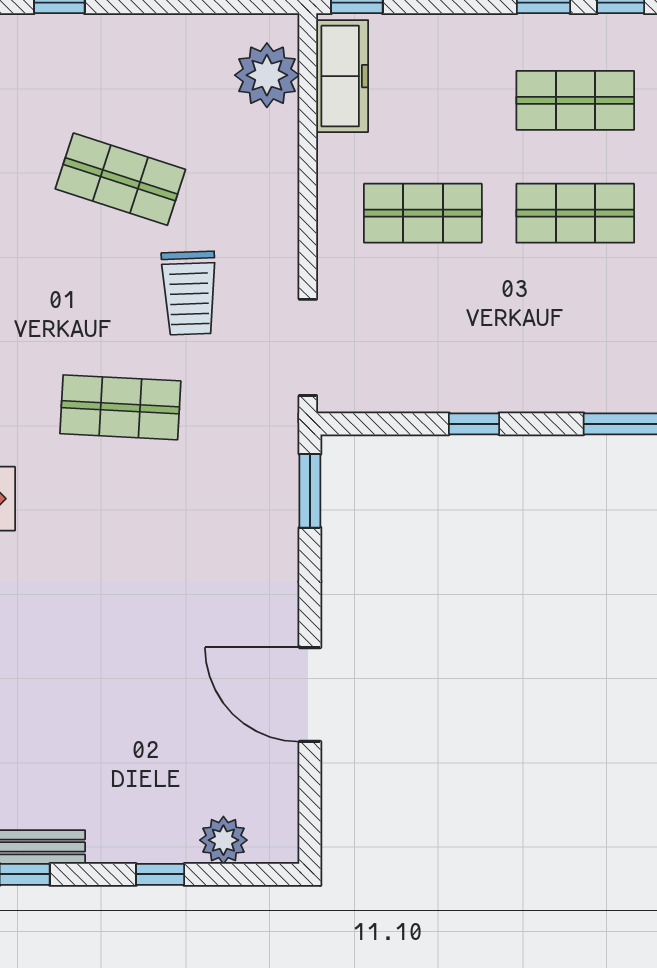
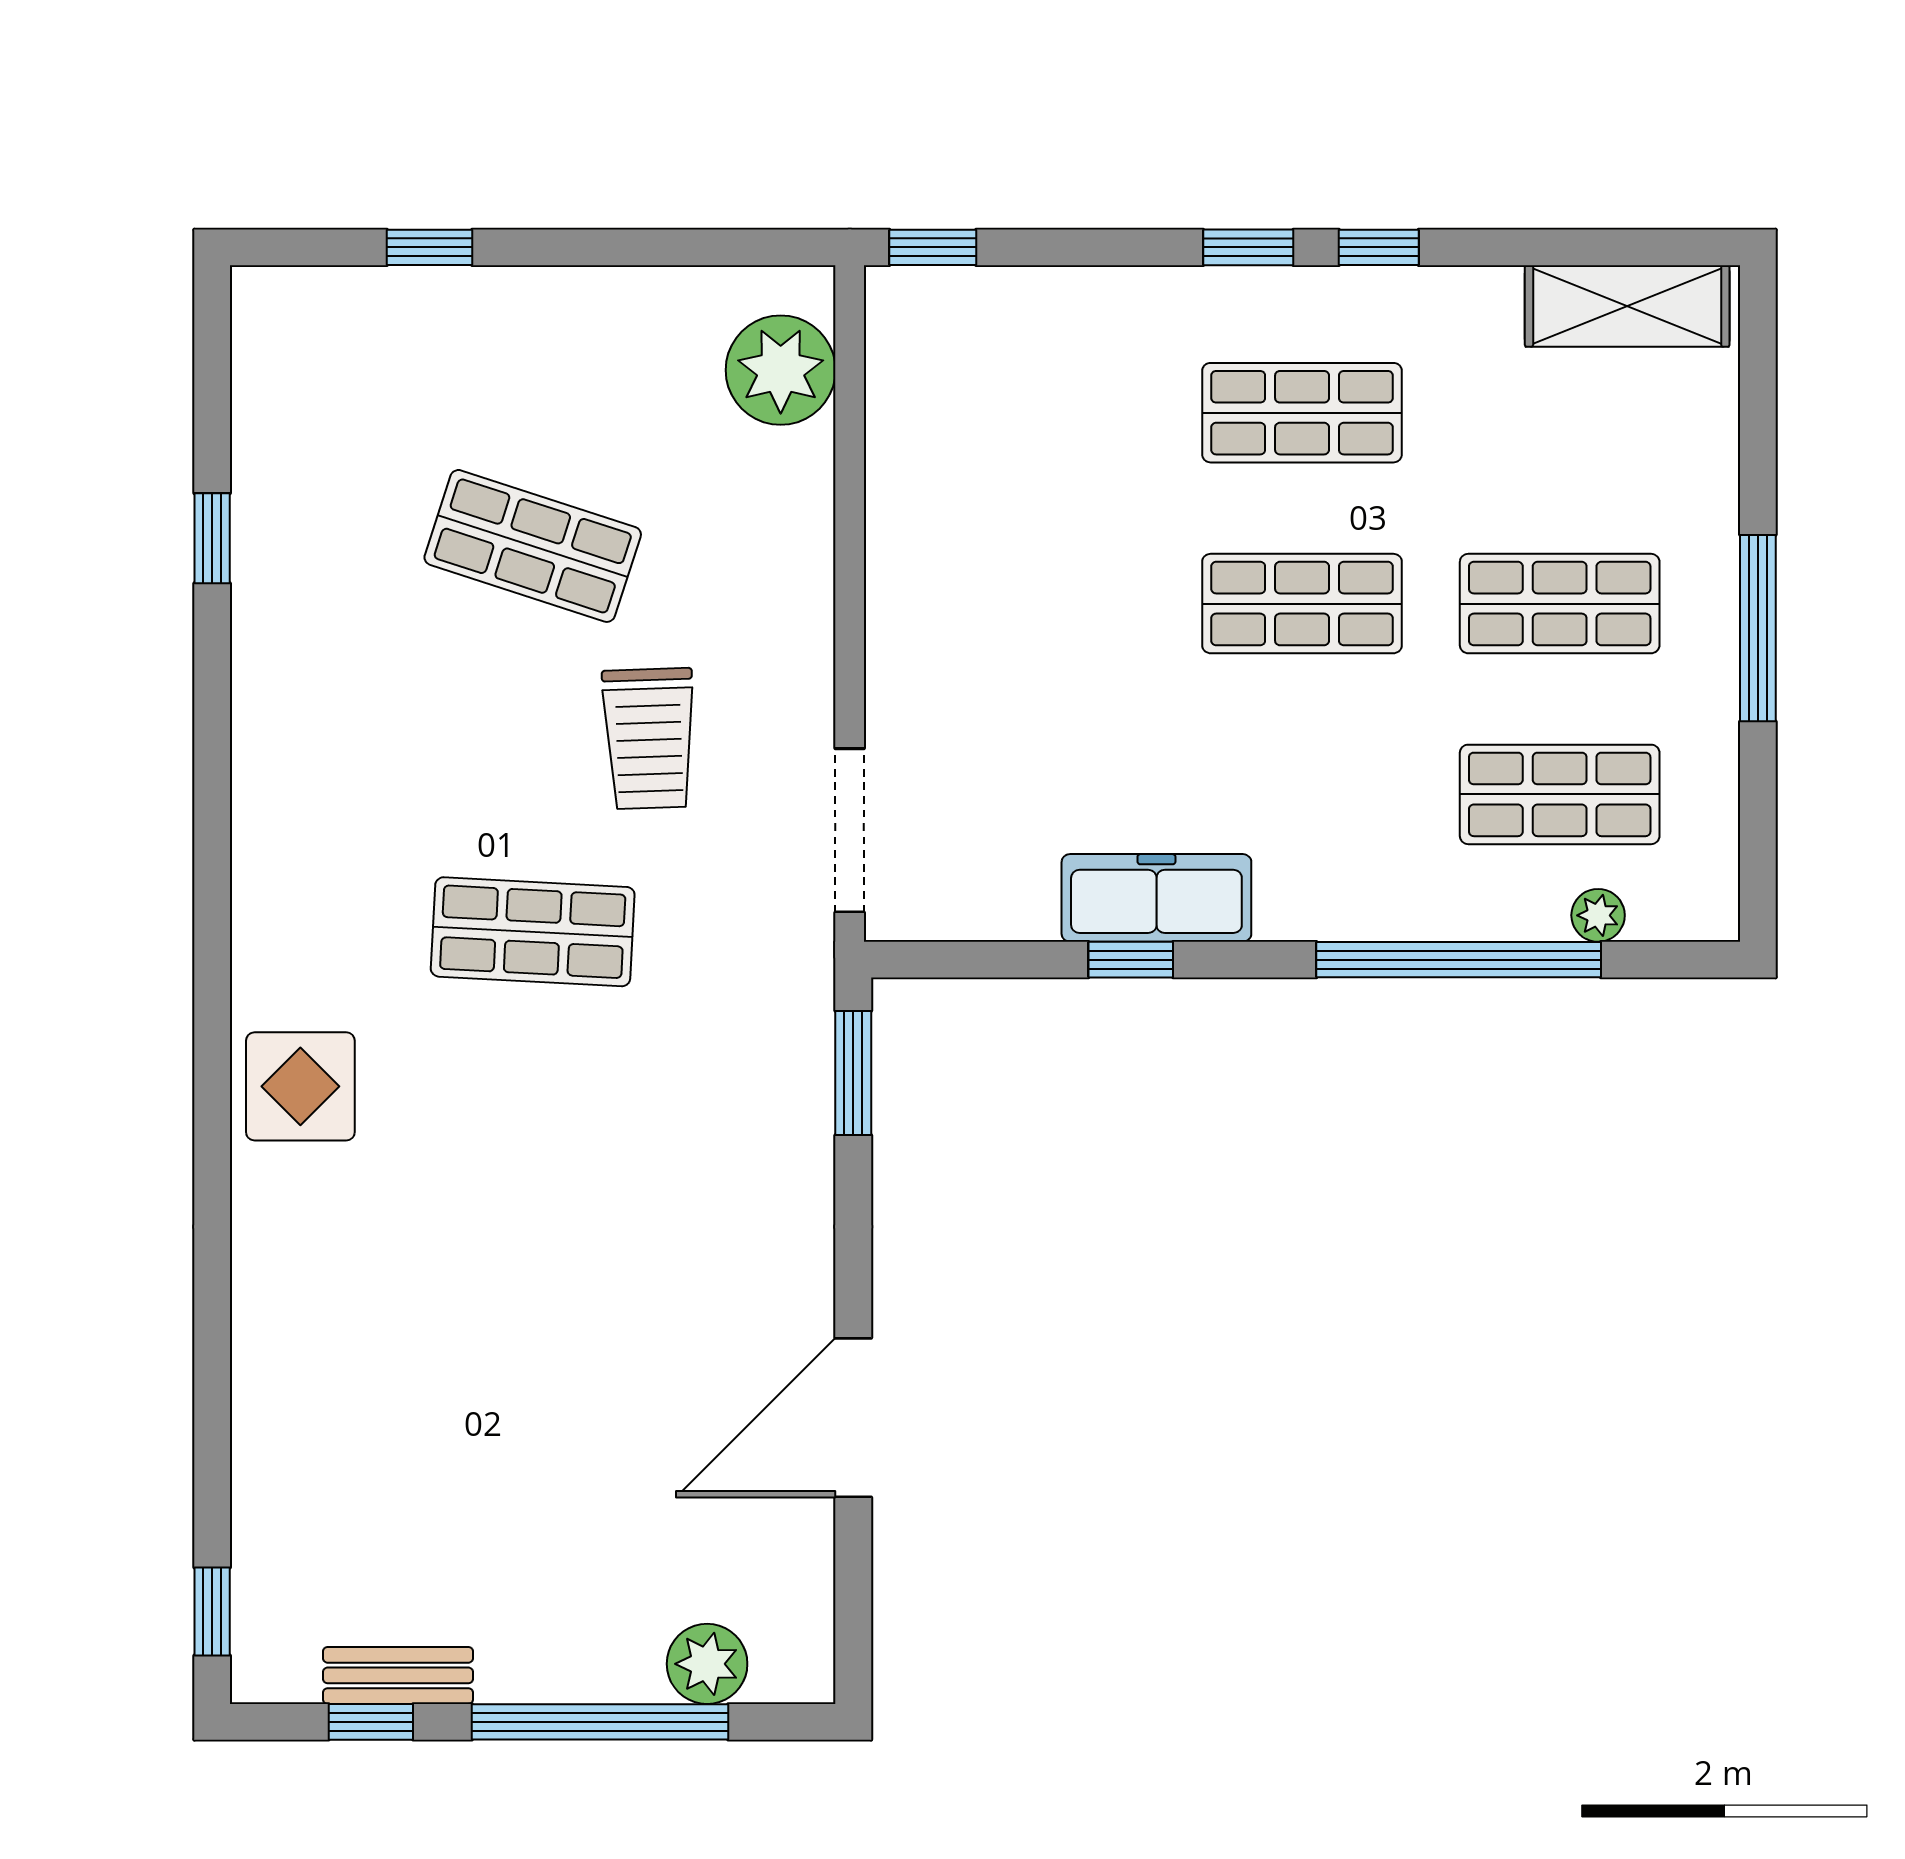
freezer: (342, 76) -> (1156, 898), moved, turned -90
shop shelf: (423, 213) -> (1044, 604), removed
door: (310, 695) -> (853, 1418), hinge flipped
window: (160, 874) -> (600, 1722), width x3.17

